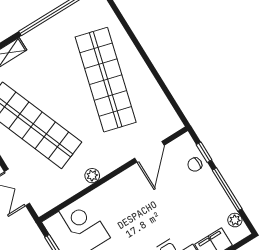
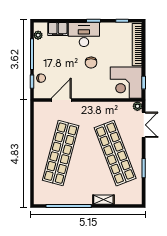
plant: (92, 176) -> (137, 106), moved
chair: (140, 227) -> (91, 63), added

